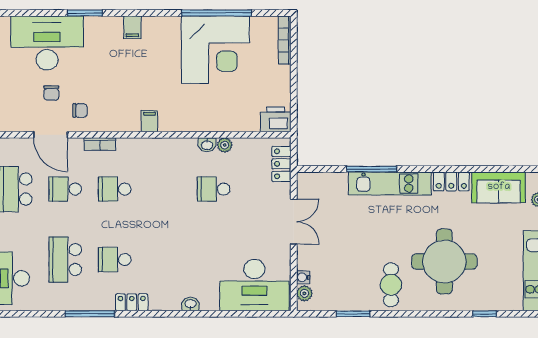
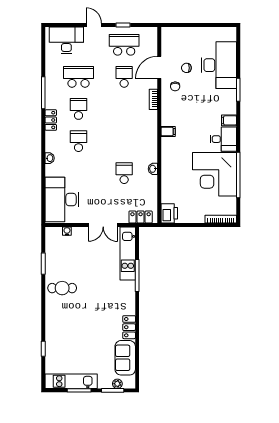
desk: (161, 36) -> (223, 139), added
plant: (225, 145) -> (153, 180), removed
kitchen unit: (390, 184) -> (128, 254), moved
school desk: (115, 189) -> (78, 141), moved
round table: (444, 262) -> (77, 323), removed
plant: (304, 293) -> (57, 232), removed

